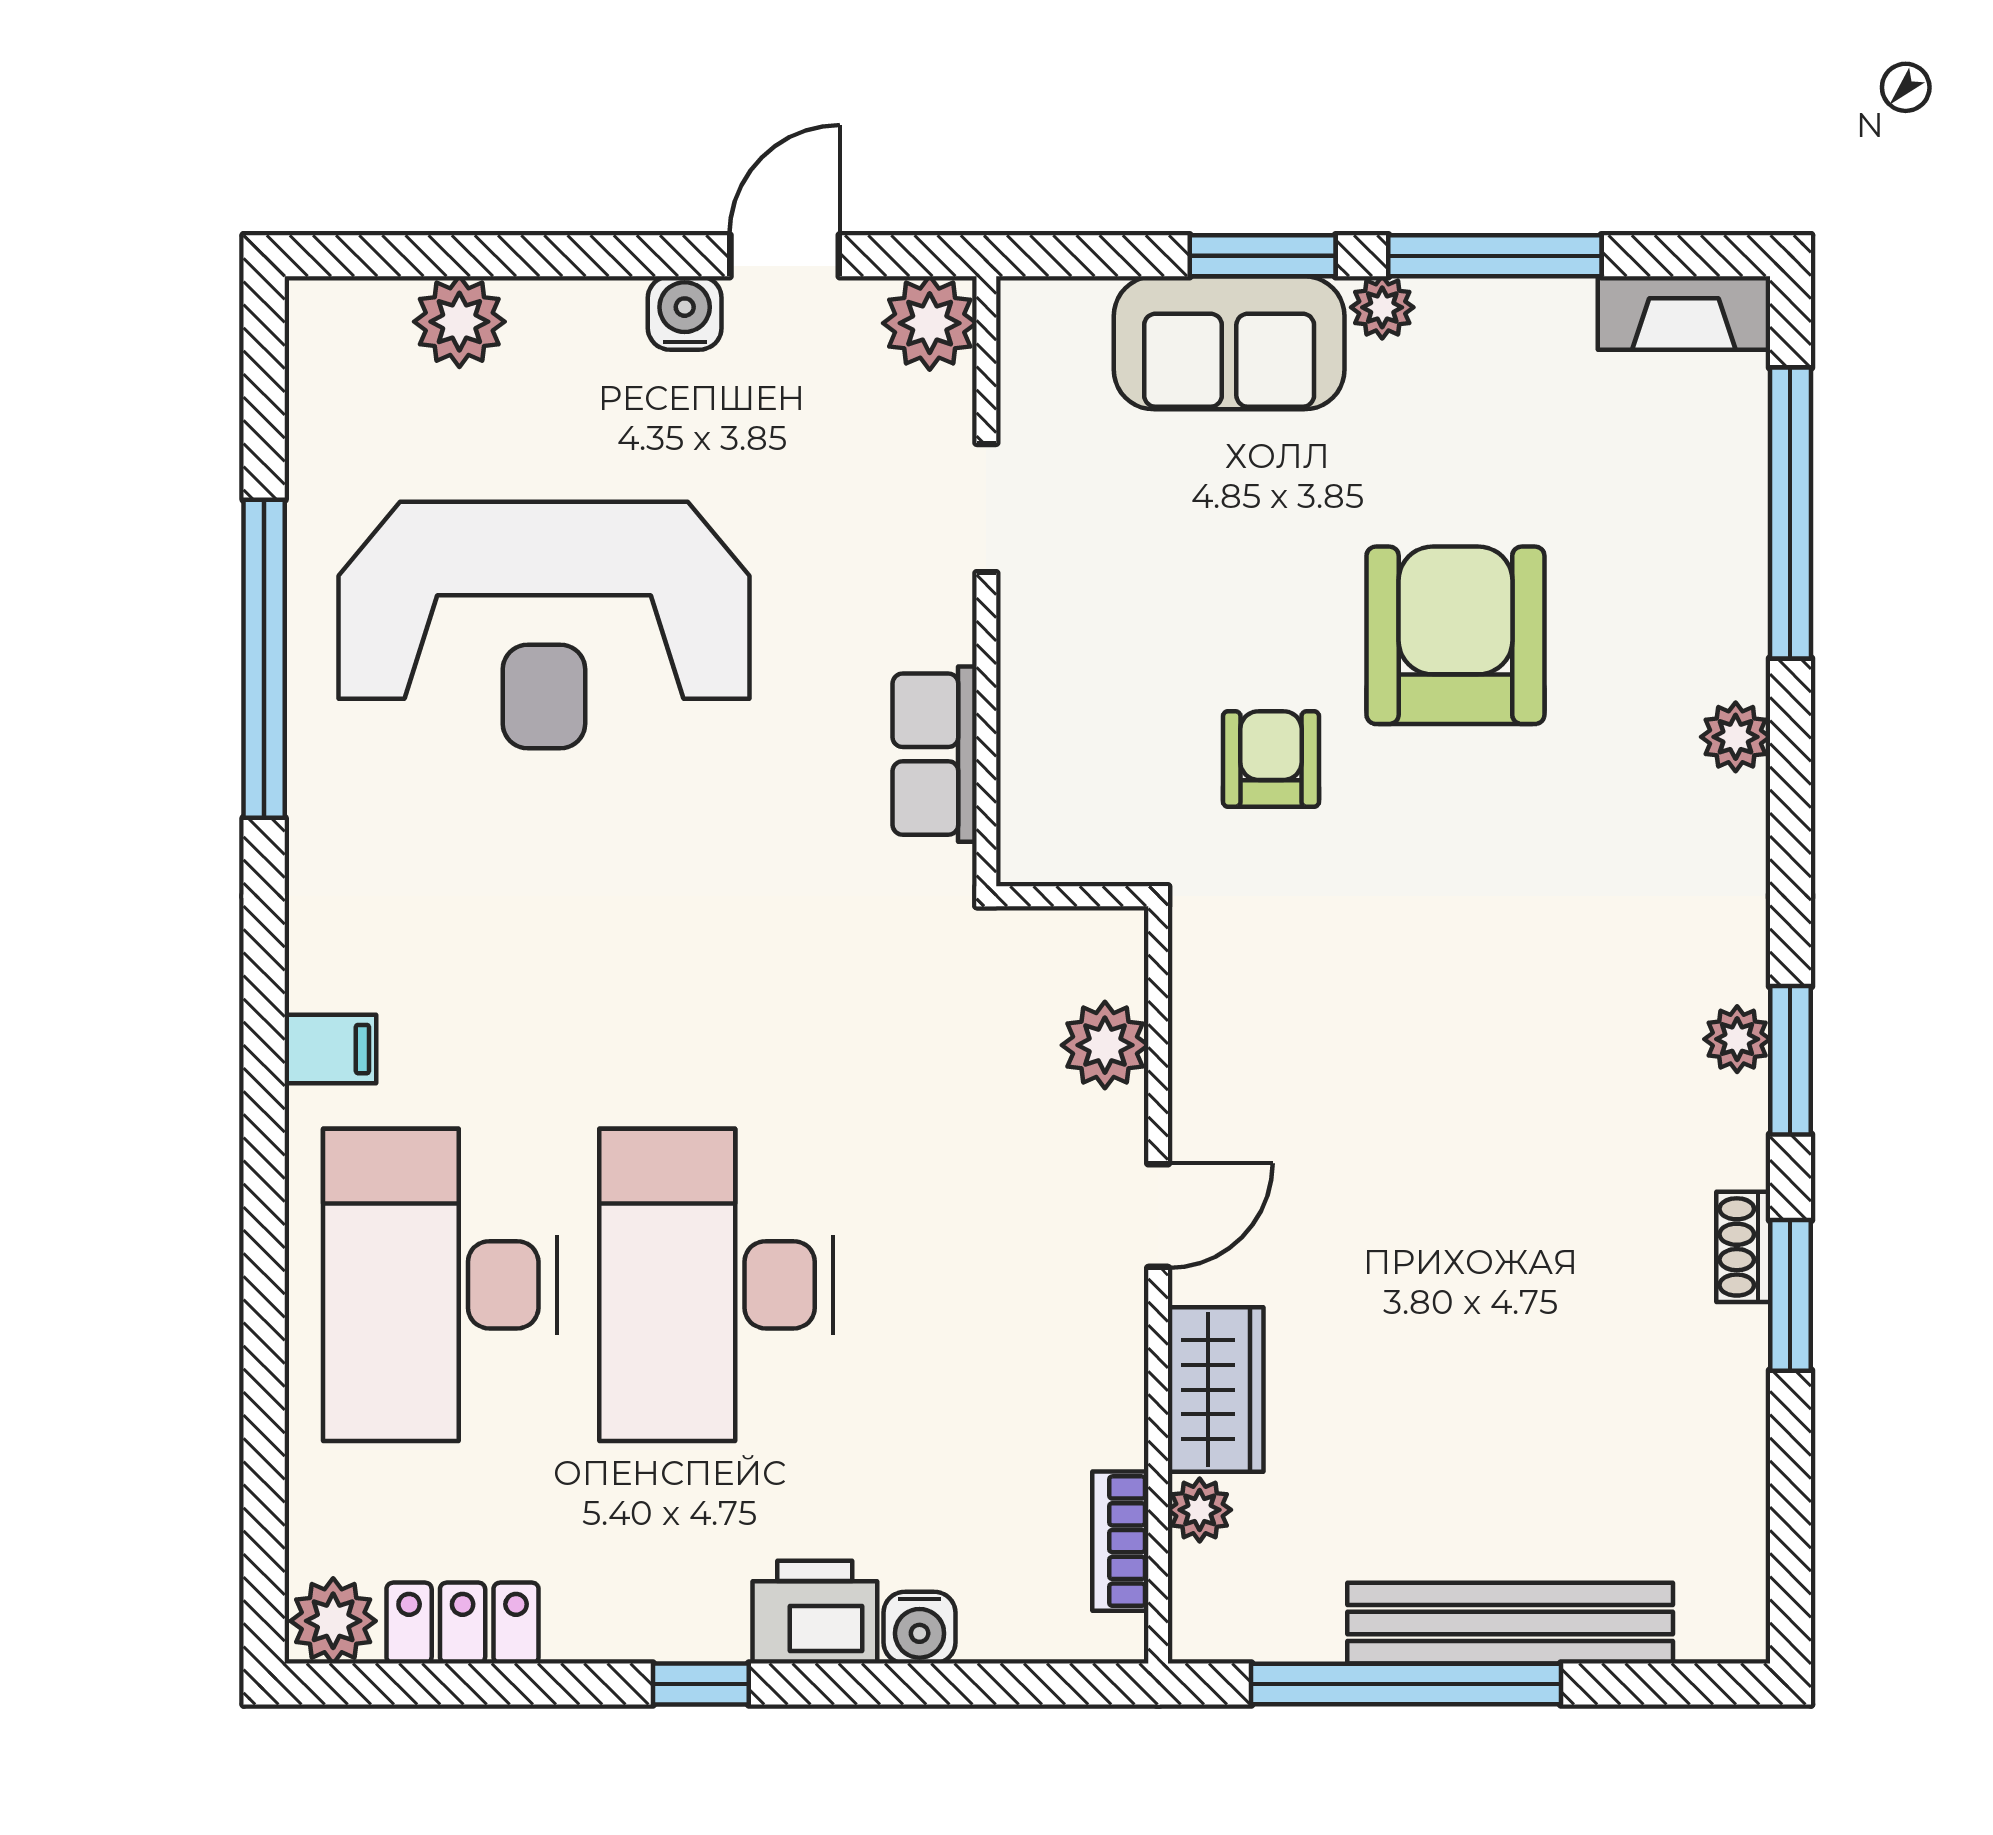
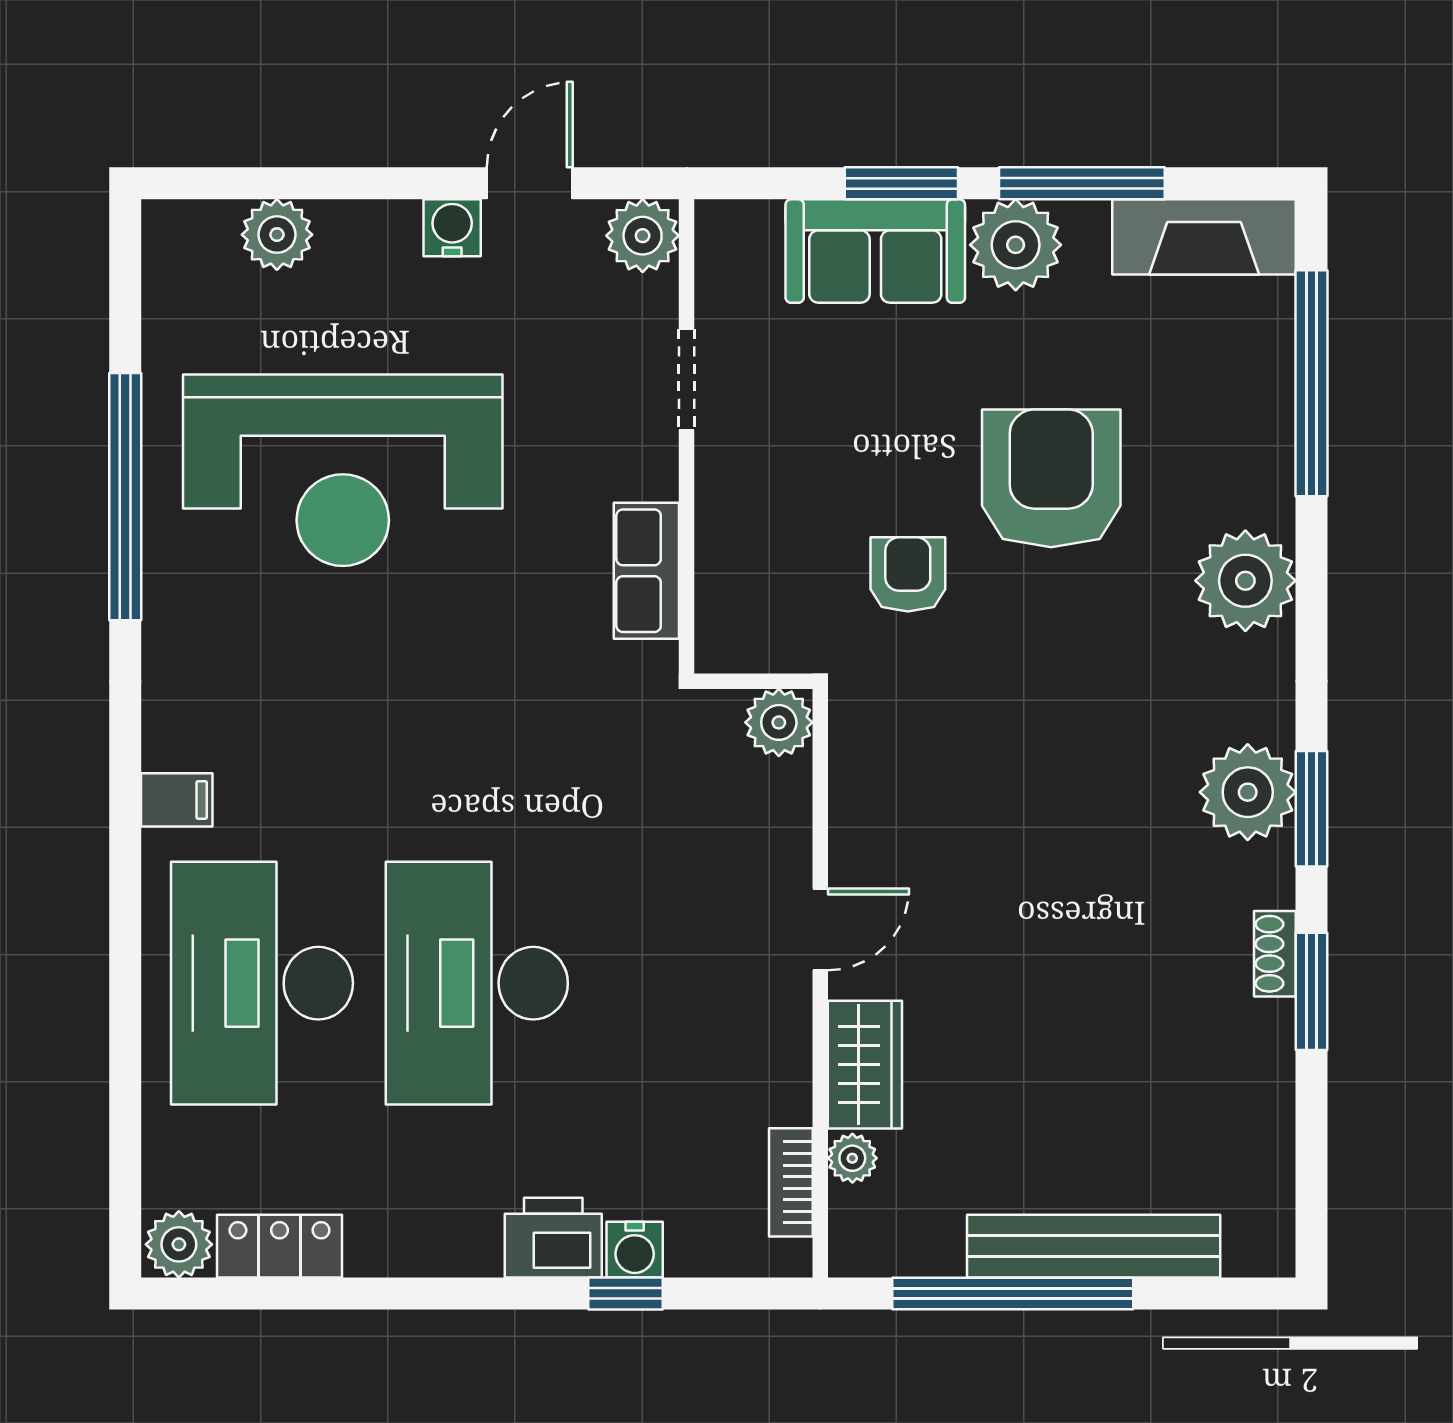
plant: (1382, 307) -> (1016, 245), width x1.87, depth x1.87
fireplace: (1684, 313) -> (1204, 237), width x1.37, depth x1.32
plant: (1736, 737) -> (1245, 581), width x1.88, depth x1.88
plant: (1737, 1039) -> (1248, 792), width x1.87, depth x1.87
plant: (1105, 1045) -> (779, 722), moved
window: (701, 1684) -> (626, 1293), moved

